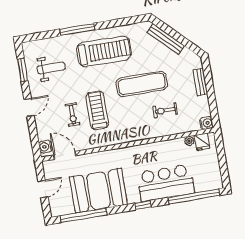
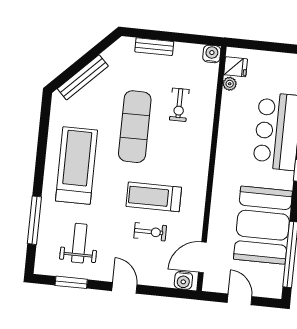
window: (78, 30) -> (34, 220), moved

